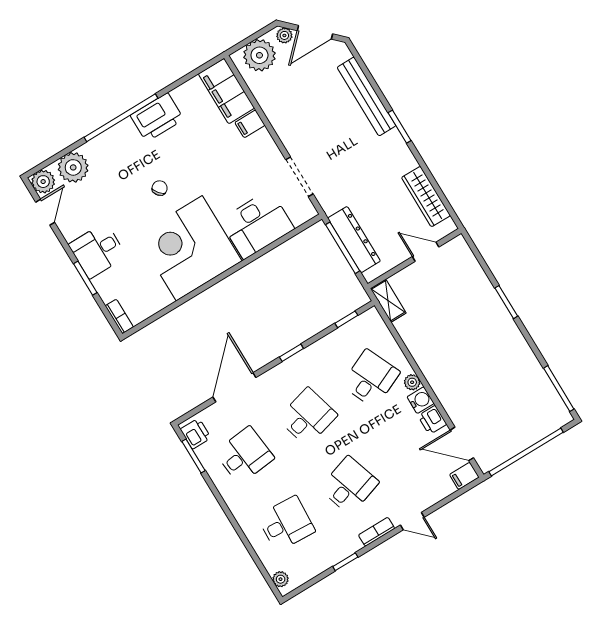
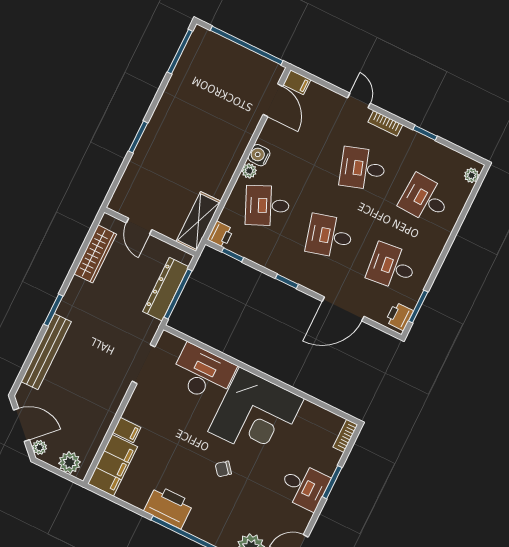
plant: (259, 55) -> (70, 463), width x0.73, depth x0.73
shelving: (388, 301) -> (198, 221), width x1.50, depth x1.33
printer: (432, 420) -> (221, 234), moved

